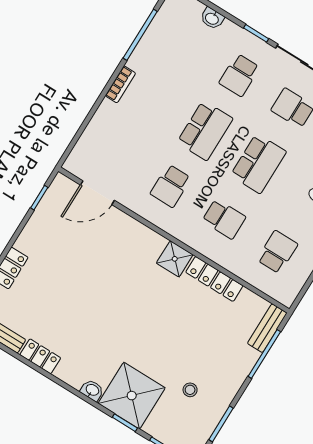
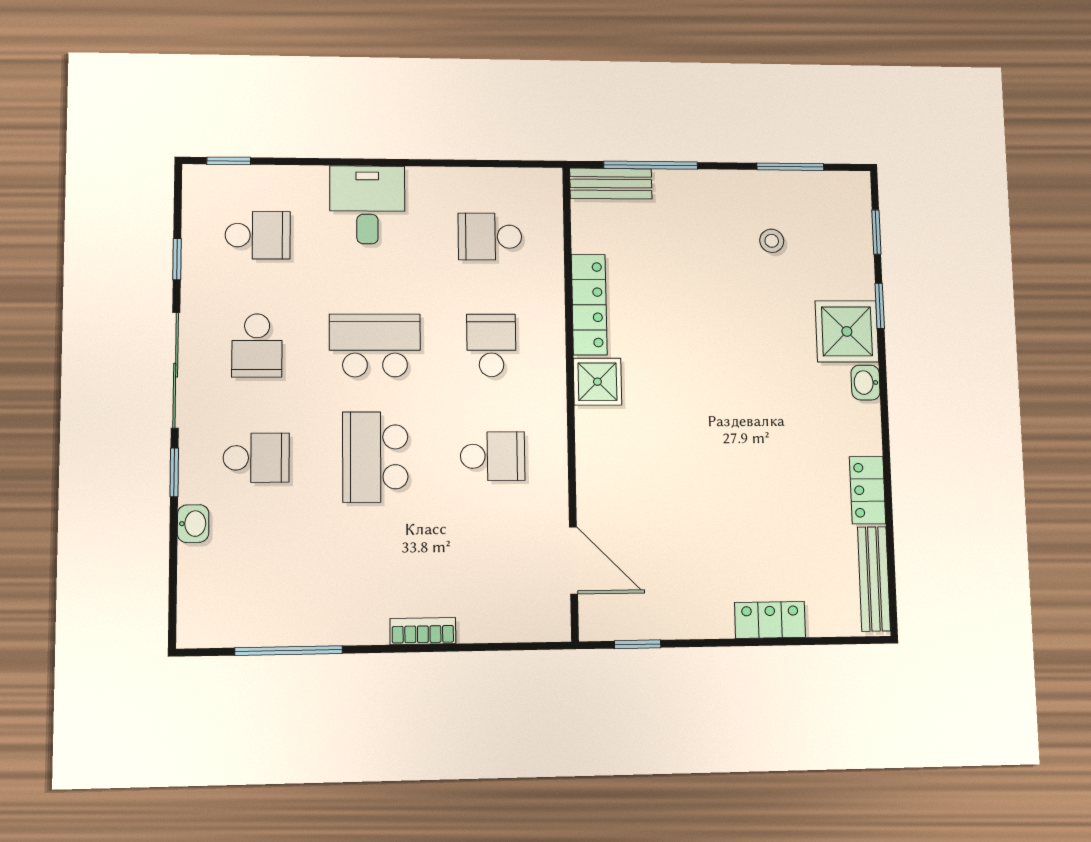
washbasin: (212, 18) -> (193, 524), moved
bookcase: (120, 84) -> (423, 631), moved
school desk: (205, 130) -> (375, 457), turned -90
shower: (132, 396) -> (847, 331), width x0.73, depth x0.73

